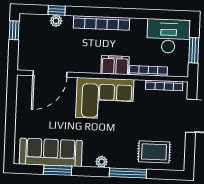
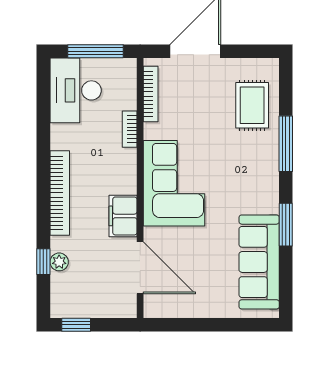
window: (194, 50) -> (96, 51), width x1.44
filing cabinet: (115, 65) -> (123, 216), moved
bookcase: (148, 71) -> (130, 129), width x0.64
plant: (102, 162) -> (270, 184), removed
window: (58, 170) -> (286, 225), moved

